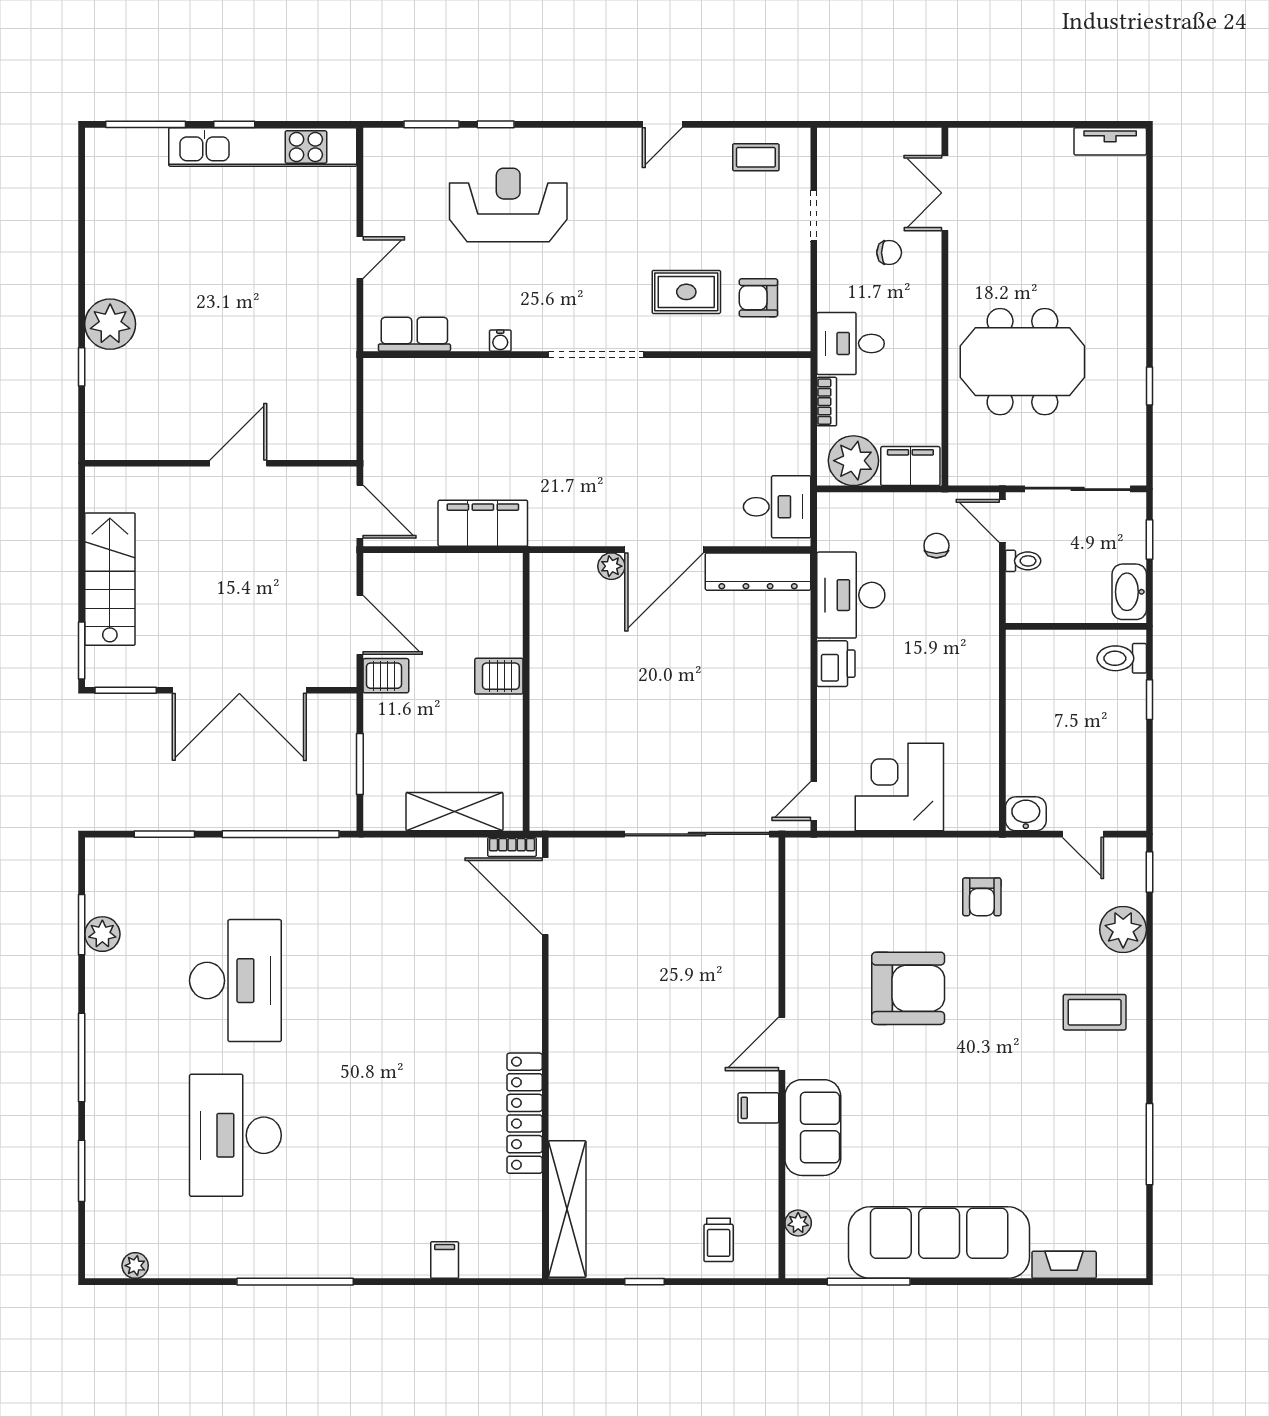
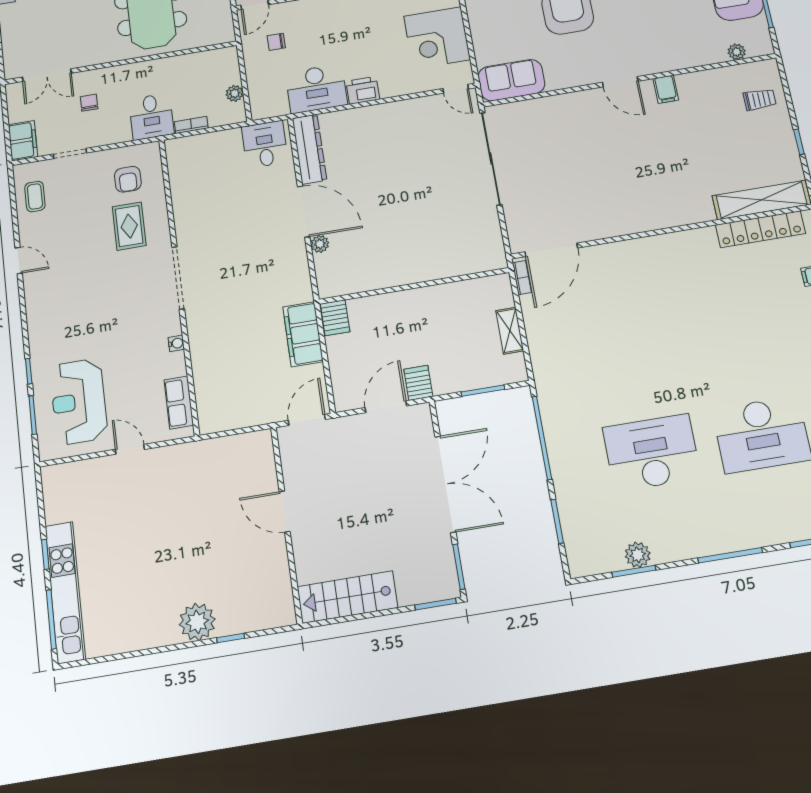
kitchen unit: (263, 147) -> (65, 592), moved
reception desk: (508, 205) -> (79, 402), moved
plant: (853, 461) -> (235, 93), width x0.53, depth x0.53
filing cabinet: (910, 466) -> (23, 141), moved, turned 180
stairs: (110, 579) -> (347, 597), moved
server rack: (499, 676) -> (335, 318), moved
shelving: (454, 812) -> (510, 331), width x0.67, depth x0.75
locker: (525, 1113) -> (760, 229), moved
sofa: (813, 1128) -> (511, 80), moved

